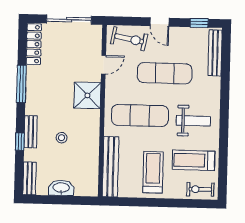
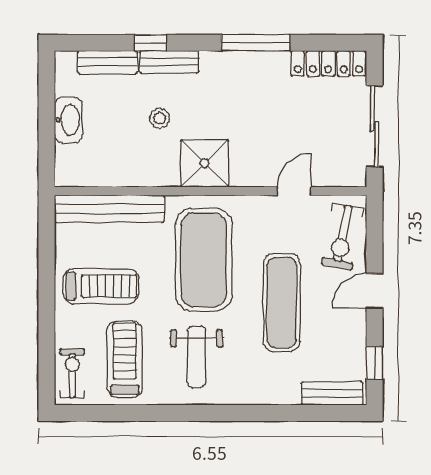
bench: (215, 53) -> (332, 393), width x0.73
door: (104, 65) -> (294, 191), swing flipped
shower: (87, 95) -> (205, 163), moved
exercise mat: (140, 115) -> (204, 260), width x1.47
bench: (30, 178) -> (108, 62), moved

